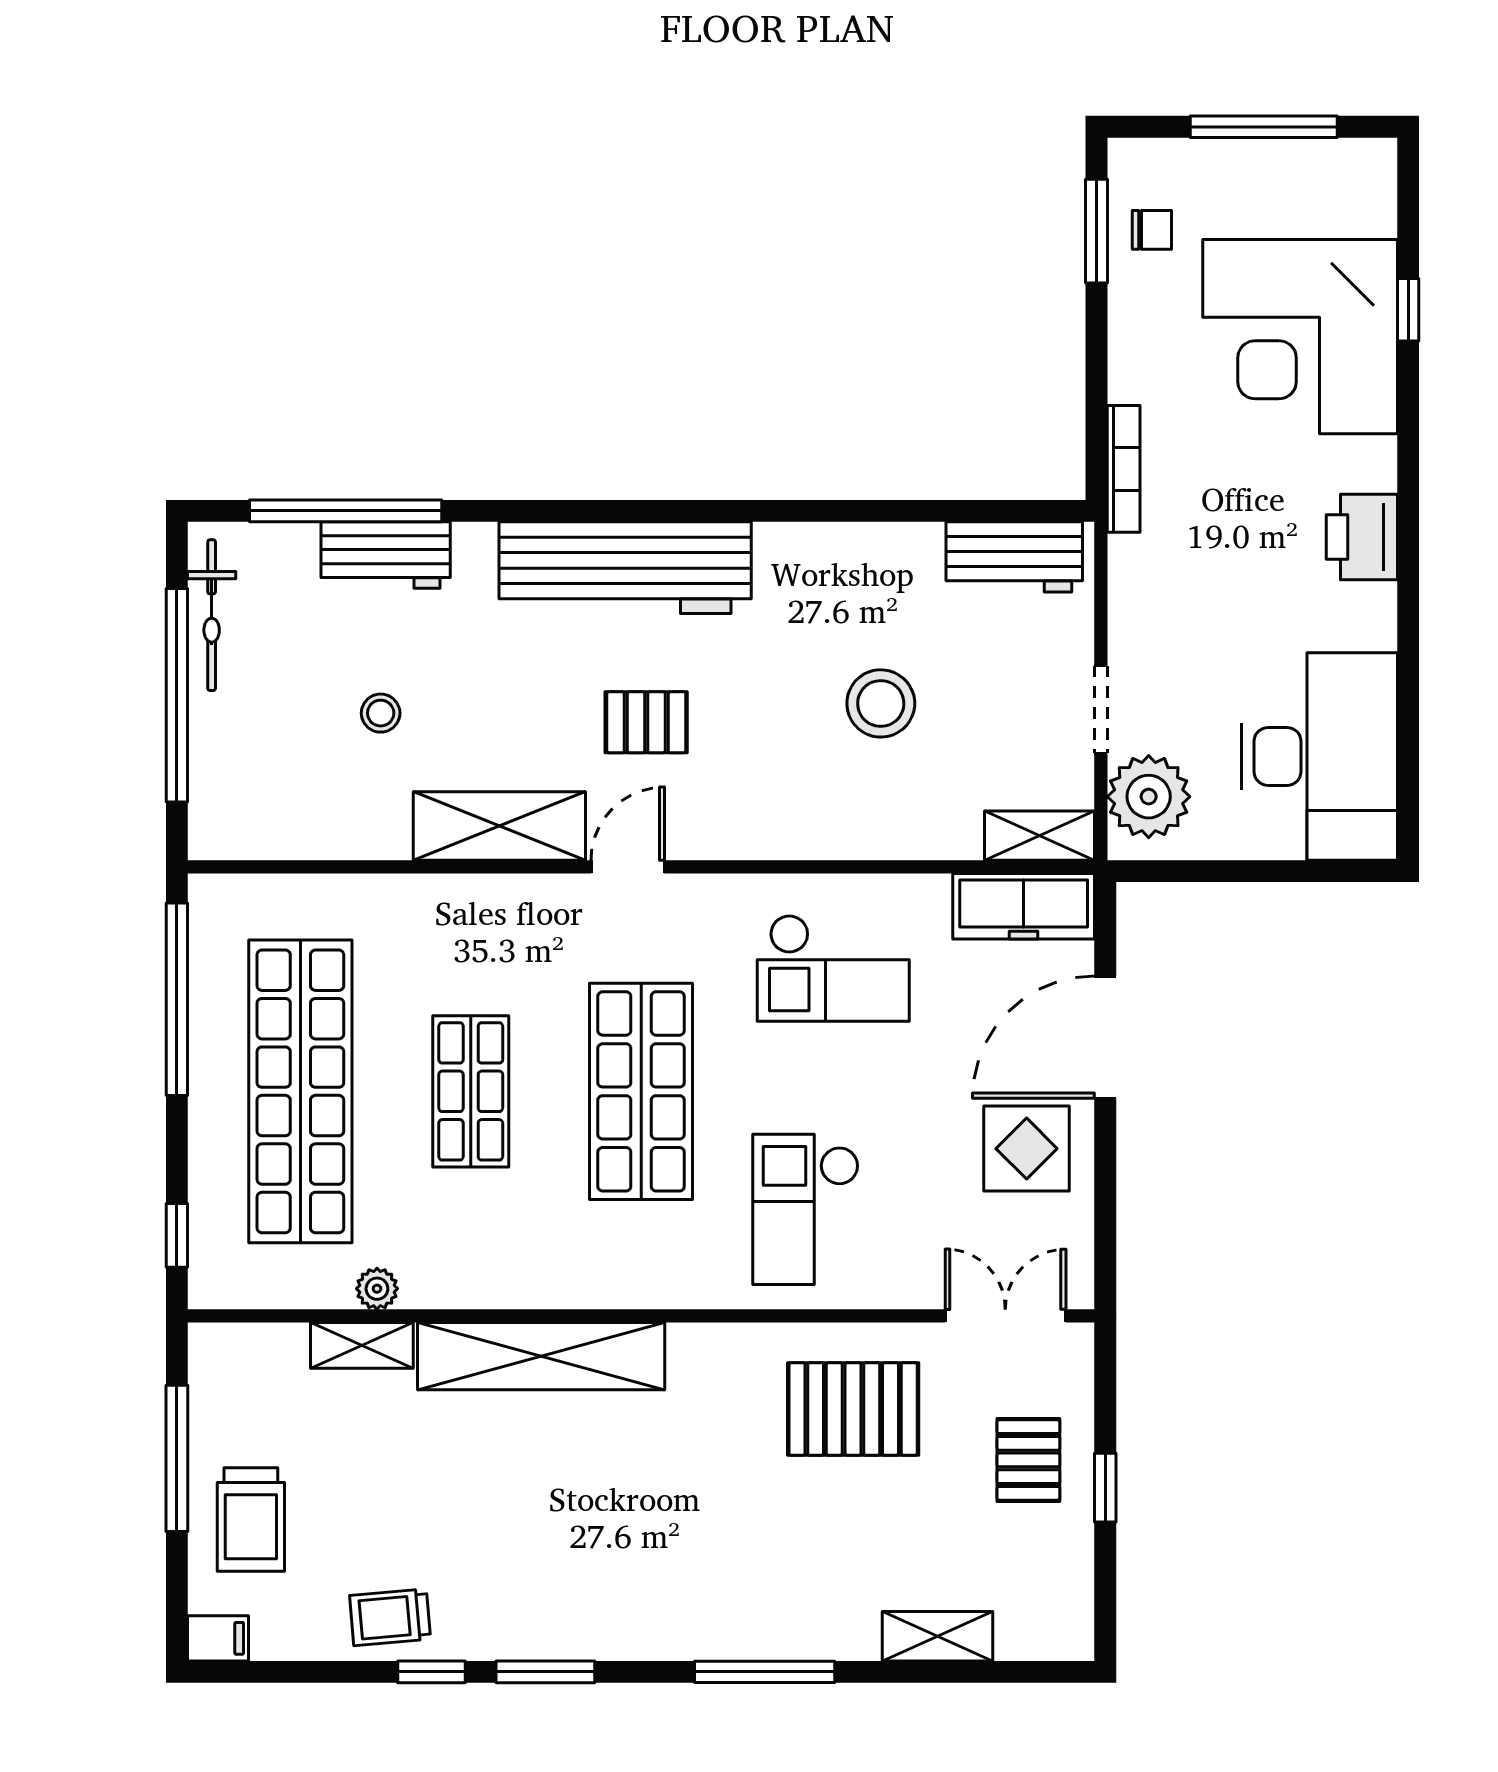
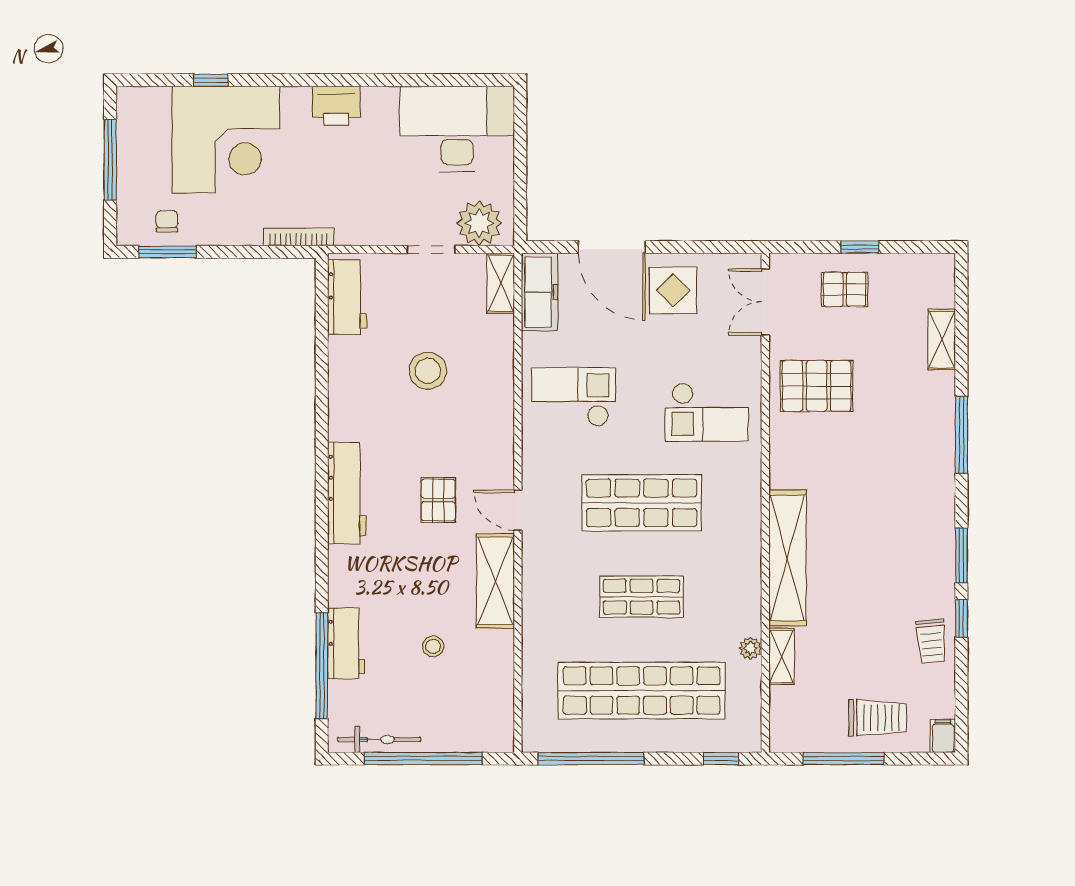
workbench: (625, 568) -> (347, 493), width x0.73, depth x0.76
checkout: (833, 968) -> (574, 397), turned -90
pallet: (853, 1409) -> (817, 386), turned 90

